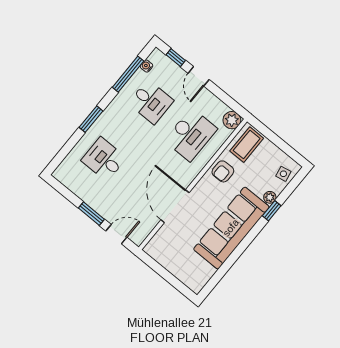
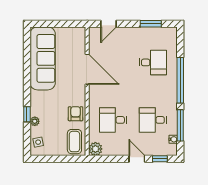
window: (91, 119) -> (180, 80), width x2.11
desk: (191, 135) -> (113, 120), width x0.73
window: (91, 214) -> (151, 24), moved
sofa: (231, 228) -> (43, 58), moved

